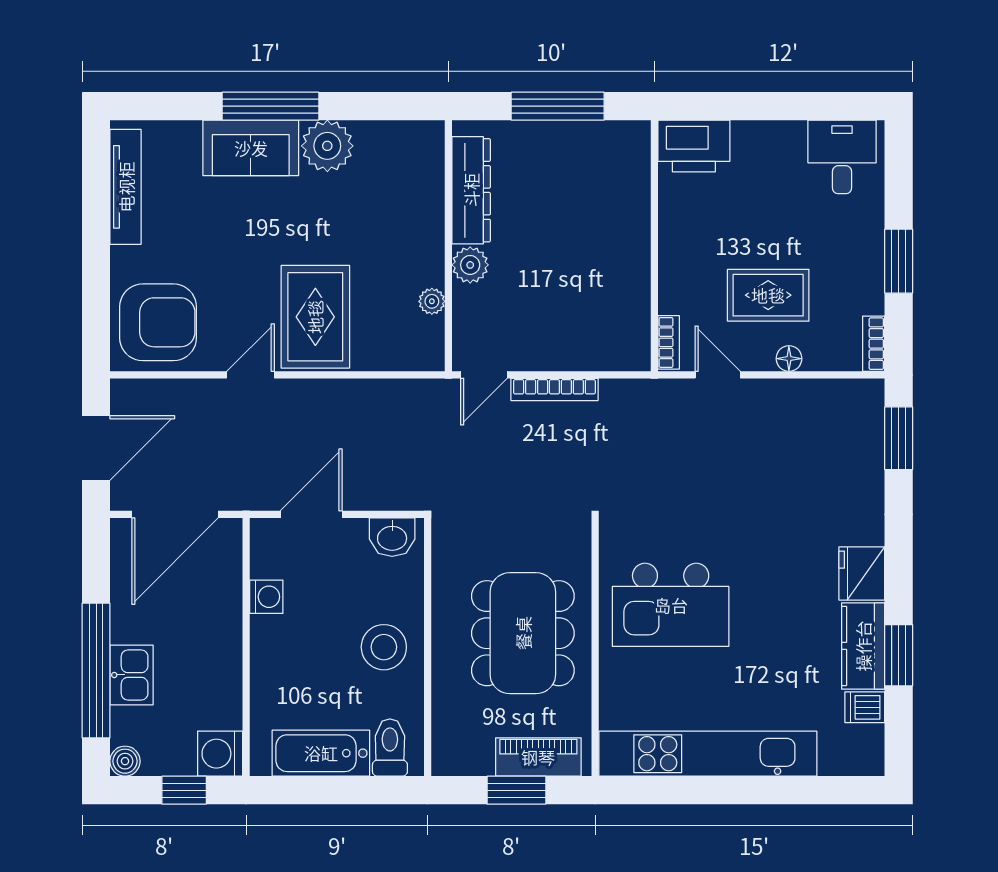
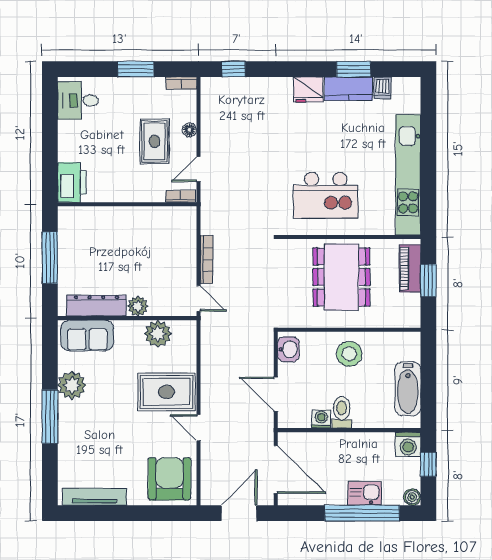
sofa: (251, 148) -> (87, 335), moved, turned 90
plant: (432, 301) -> (158, 334), width x1.88, depth x1.88
window: (899, 438) -> (234, 69), width x0.67
door: (96, 448) -> (239, 513), hinge flipped
kitchen island: (671, 605) -> (326, 195), turned 90
dining table: (523, 633) -> (341, 277), turned 90
toilet: (390, 747) -> (342, 412), moved, turned 90

